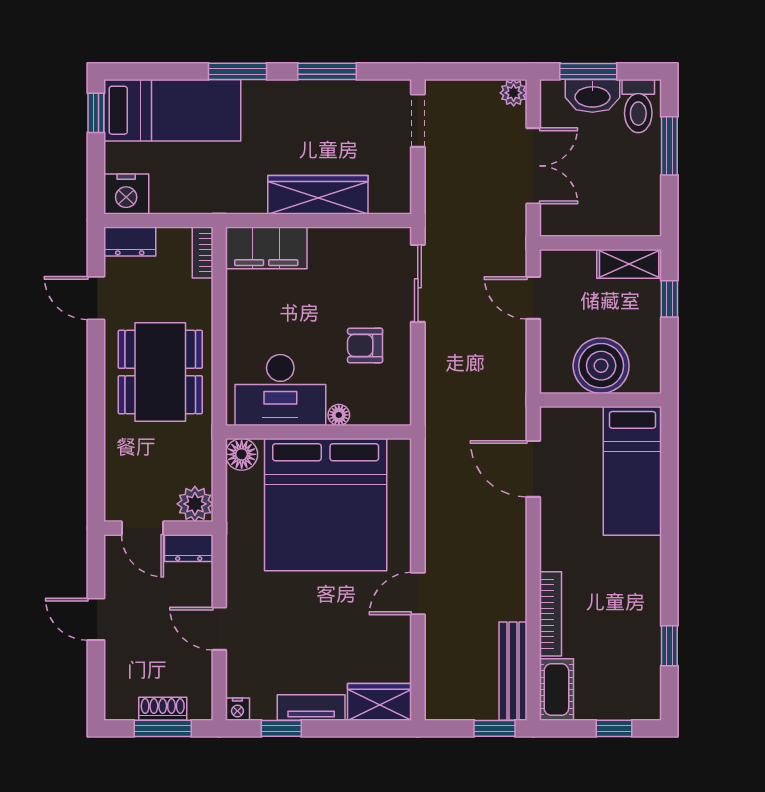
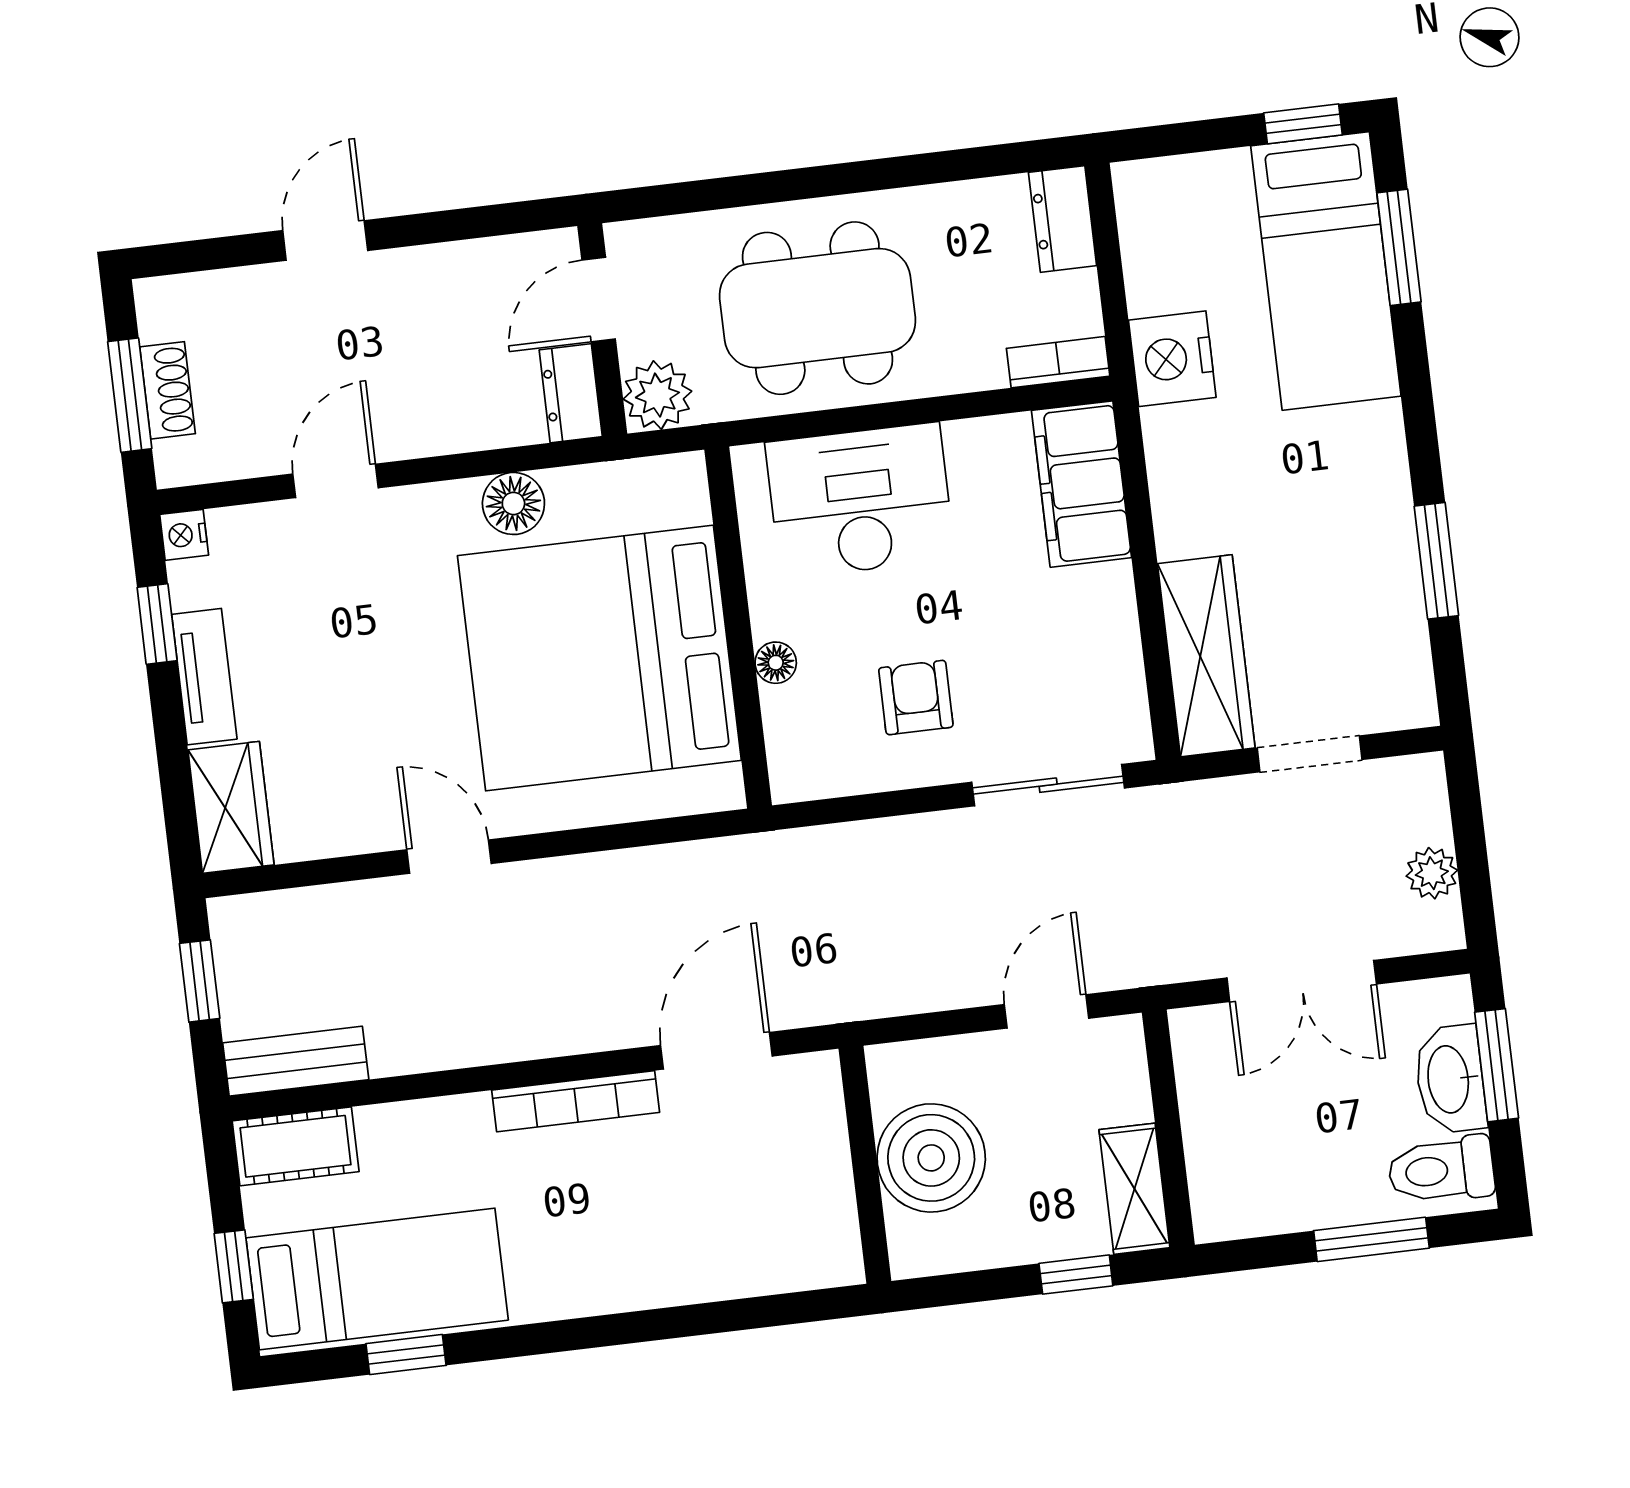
window: (237, 71) -> (1399, 247), moved
plant: (514, 93) -> (1432, 873), moved
doorway: (418, 121) -> (1310, 754), moved
nightstand: (126, 194) -> (1172, 359), moved
wardrobe: (318, 195) -> (1206, 656), moved
door: (96, 298) -> (945, 167), removed
desk: (280, 390) -> (860, 501), moved, turned 90
floor lamp: (242, 454) -> (513, 503), moved
bed: (632, 471) -> (377, 1279), moved, turned 180
plant: (195, 504) -> (657, 395), moved
door: (143, 528) -> (599, 300), moved
wall: (158, 528) -> (602, 330), moved
dresser: (189, 548) -> (571, 393), moved
bookcase: (550, 614) -> (576, 1101), moved
bench: (513, 671) -> (296, 1061), width x0.73
window: (495, 728) -> (200, 981), moved

